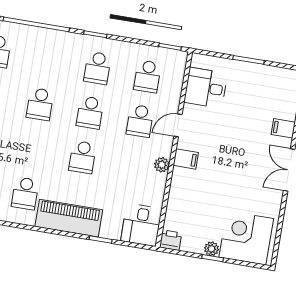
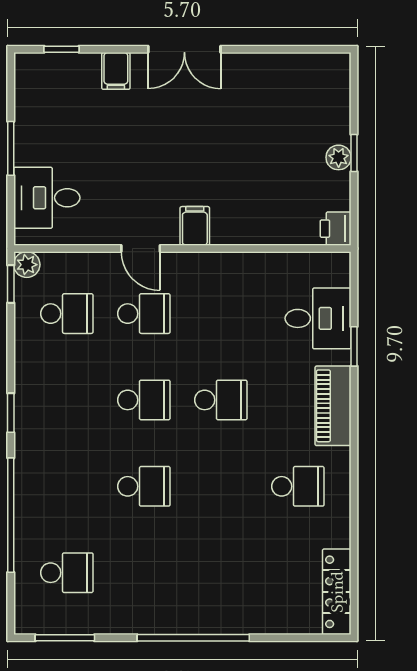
school desk: (97, 68) -> (67, 400), removed
desk: (206, 88) -> (47, 198), moved, turned 90
plant: (162, 165) -> (27, 265), moved
piano: (69, 218) -> (333, 406), width x0.73, depth x0.75
desk: (141, 225) -> (318, 318), moved
corner desk: (246, 238) -> (310, 102), removed

